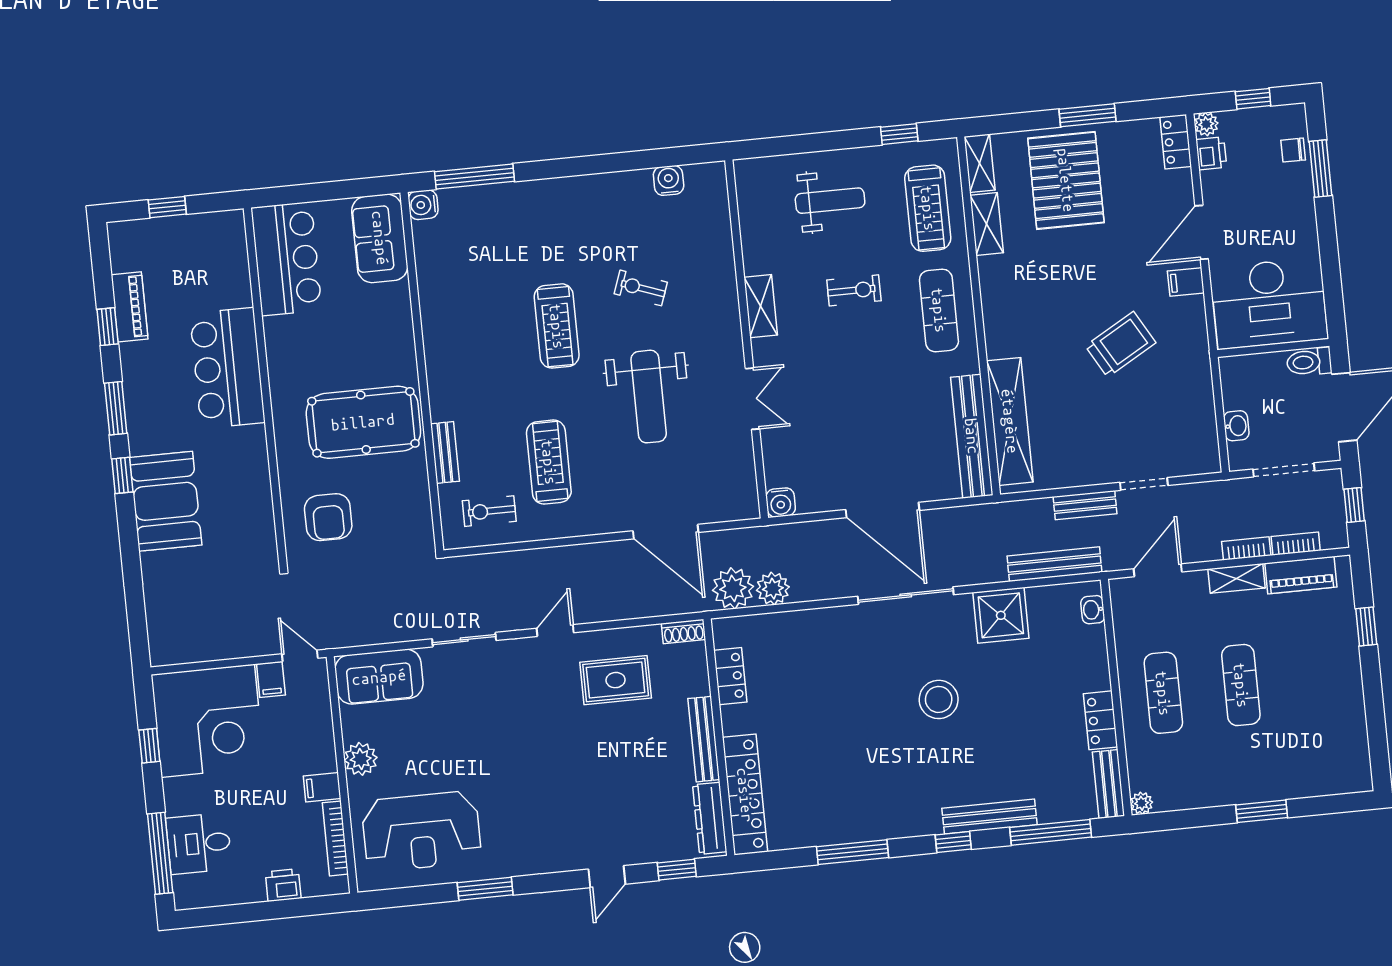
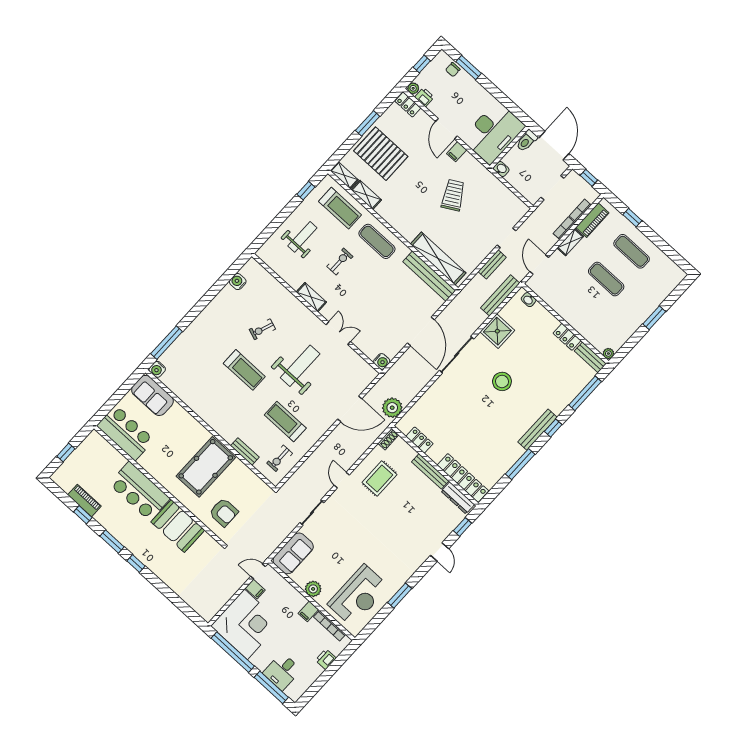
weight bench: (649, 397) -> (300, 366), turned -90
washbasin: (1236, 426) -> (501, 169), moved
booth: (166, 501) -> (178, 526), moved
door: (882, 510) -> (421, 331), hinge flipped
plant: (773, 589) -> (407, 395), removed
exercise mat: (1163, 693) -> (632, 251), moved
window: (149, 746) -> (233, 652), width x3.17
bench: (989, 817) -> (538, 430), moved

